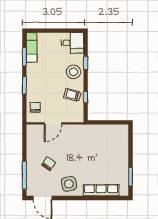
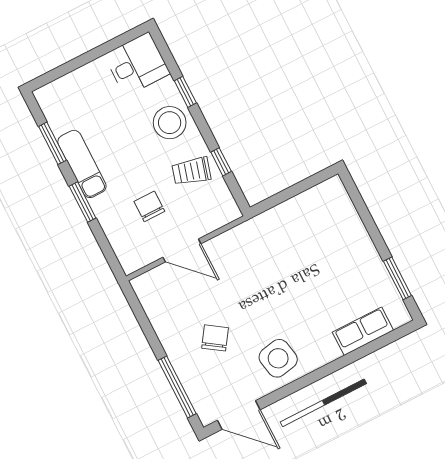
exam couch: (32, 48) -> (82, 164), moved
chair: (35, 107) -> (149, 206), moved
door: (53, 123) -> (182, 250), hinge flipped
row of seats: (101, 190) -> (363, 331), width x0.68

